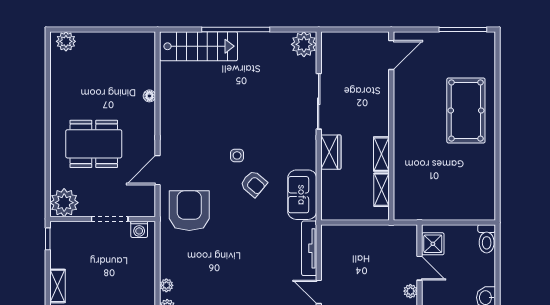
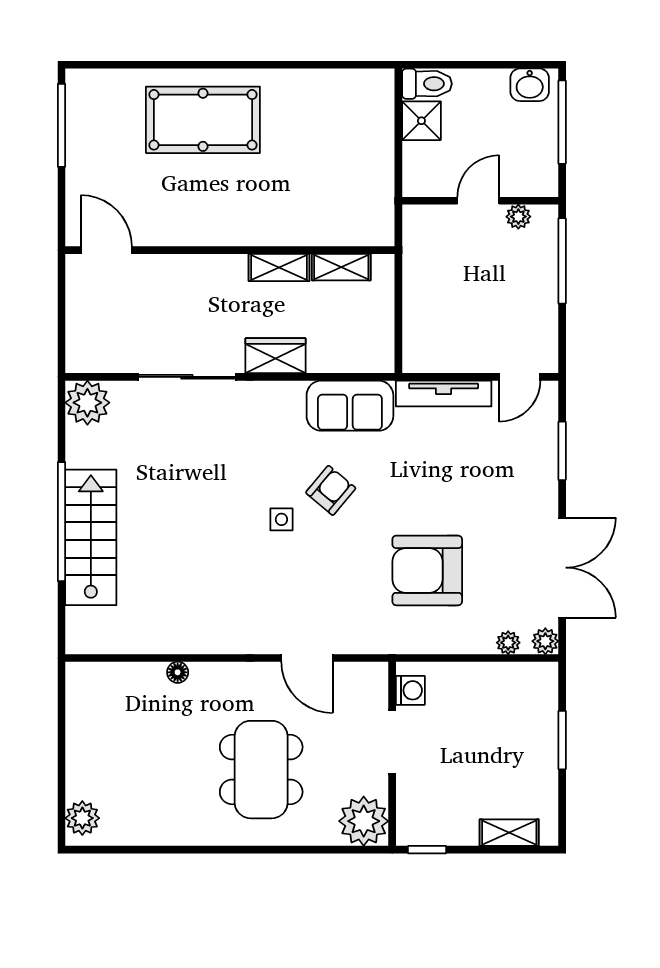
stairs: (199, 46) -> (91, 537), moved
armchair: (189, 211) -> (427, 570), moved
shower: (433, 244) -> (421, 121), moved

